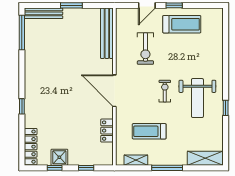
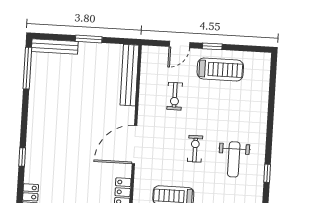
exercise bike: (145, 49) -> (175, 96), width x0.73, depth x0.72
door: (114, 91) -> (134, 145), hinge flipped
weight bench: (197, 98) -> (234, 159), width x0.73, depth x0.75

